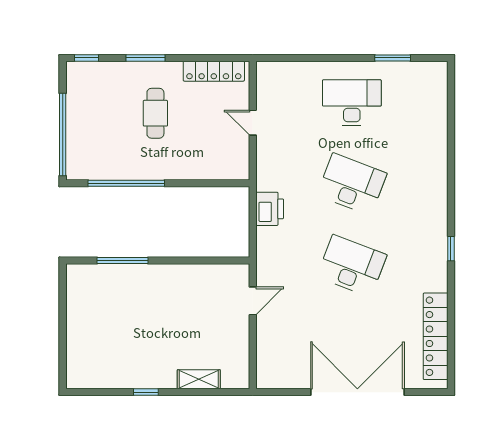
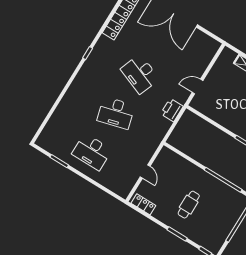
locker: (214, 71) -> (143, 204), width x0.66
desk: (352, 184) -> (116, 113), turned -36
printer: (270, 209) -> (172, 110), moved

